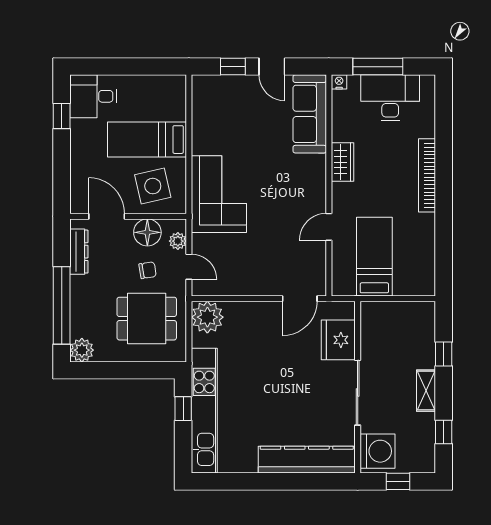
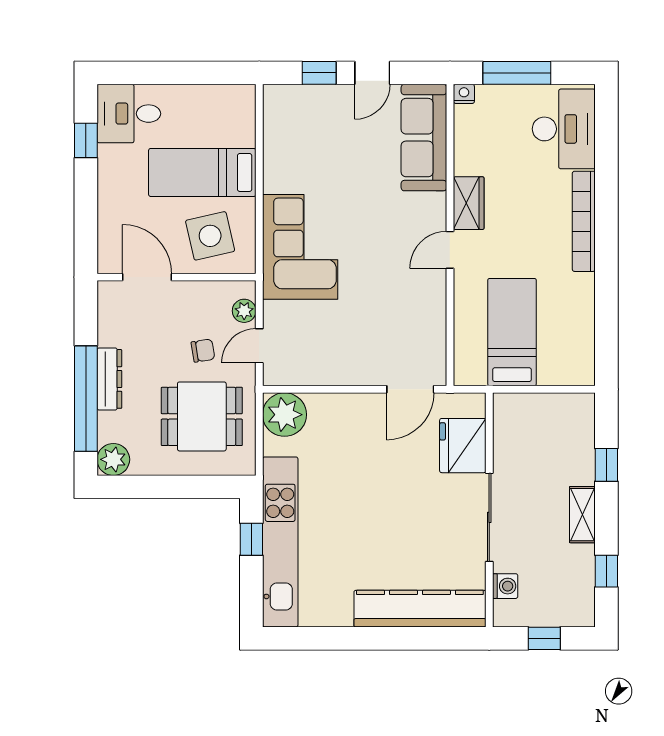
door: (272, 67) -> (372, 73), hinge flipped
desk: (390, 98) -> (564, 129), moved, turned 90
door: (329, 227) -> (450, 250), moved
floor lamp: (147, 232) -> (203, 299), removed
dresser: (79, 252) -> (109, 379), moved
door: (189, 267) -> (259, 346), swing flipped
washing machine: (377, 451) -> (505, 586), width x0.53, depth x0.53

